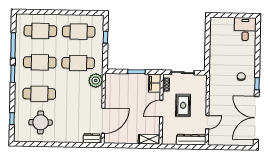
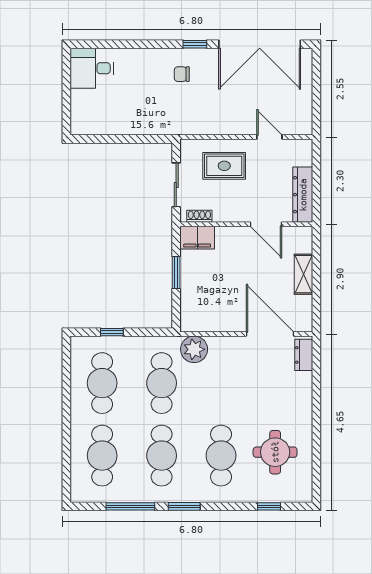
rug: (183, 105) -> (224, 166), moved
door: (161, 109) -> (266, 224), moved
shelving: (149, 139) -> (303, 274), moved
dresser: (191, 140) -> (303, 195), moved

